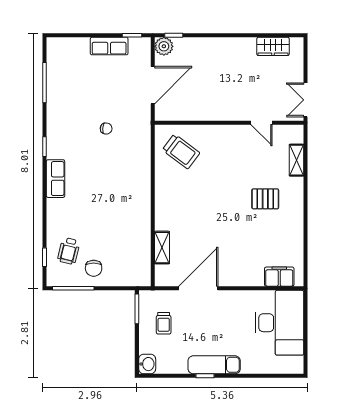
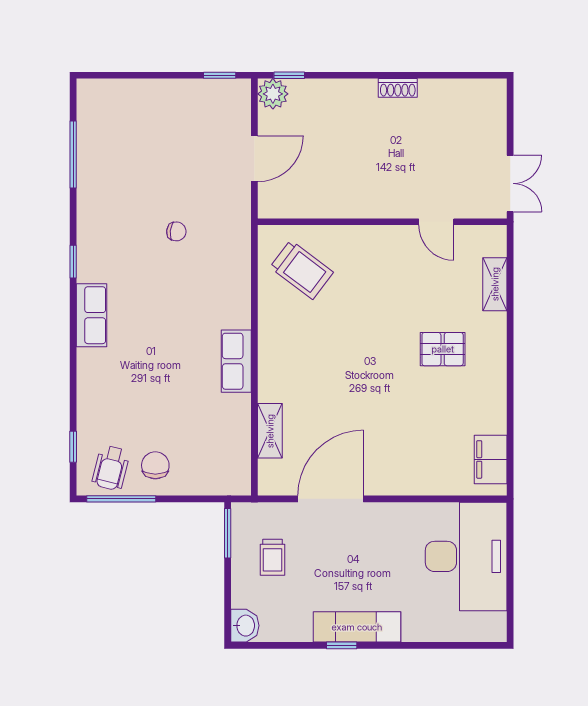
shoe rack: (238, 43) -> (398, 88), added
row of seats: (109, 46) -> (236, 361), moved, turned 90
wardrobe: (273, 46) -> (456, 94), removed
door: (153, 85) -> (254, 159), width x0.73
double door: (306, 100) -> (510, 183), swing flipped
wheelchair: (69, 251) -> (111, 468), moved
chair: (94, 268) -> (155, 465), turned 180
filing cabinet: (279, 277) -> (491, 459), moved, turned -90

